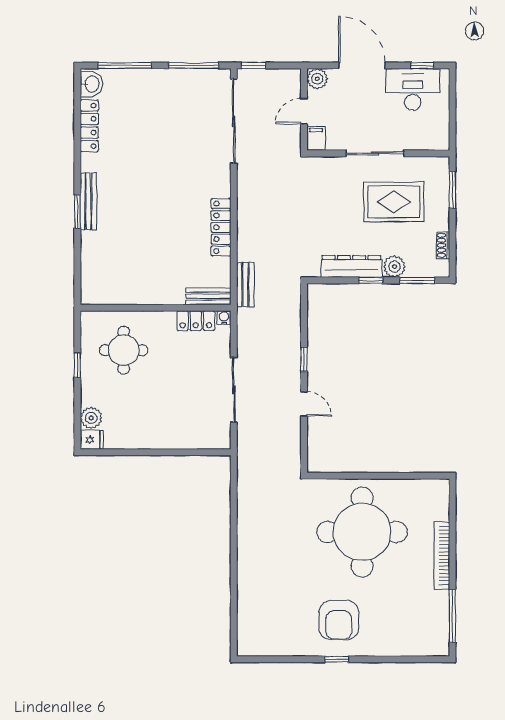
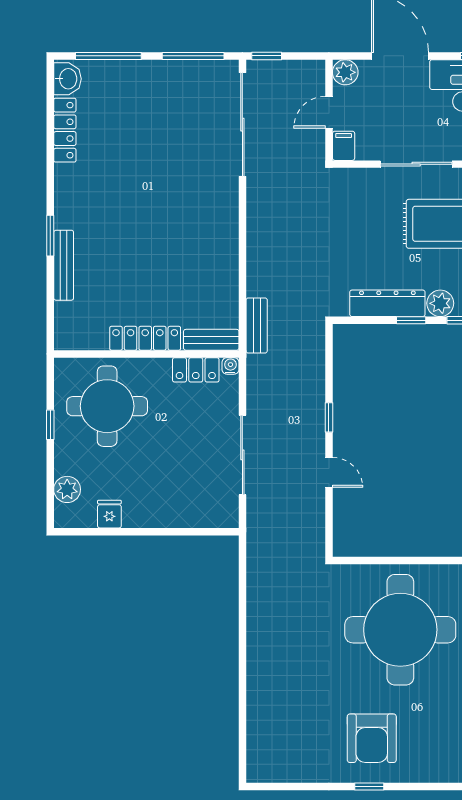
bench: (88, 201) -> (64, 265), moved
locker: (221, 227) -> (145, 338), moved, turned 90
round table: (124, 350) -> (107, 406), width x1.36, depth x1.36
fridge: (92, 440) -> (109, 514), moved, turned -90

